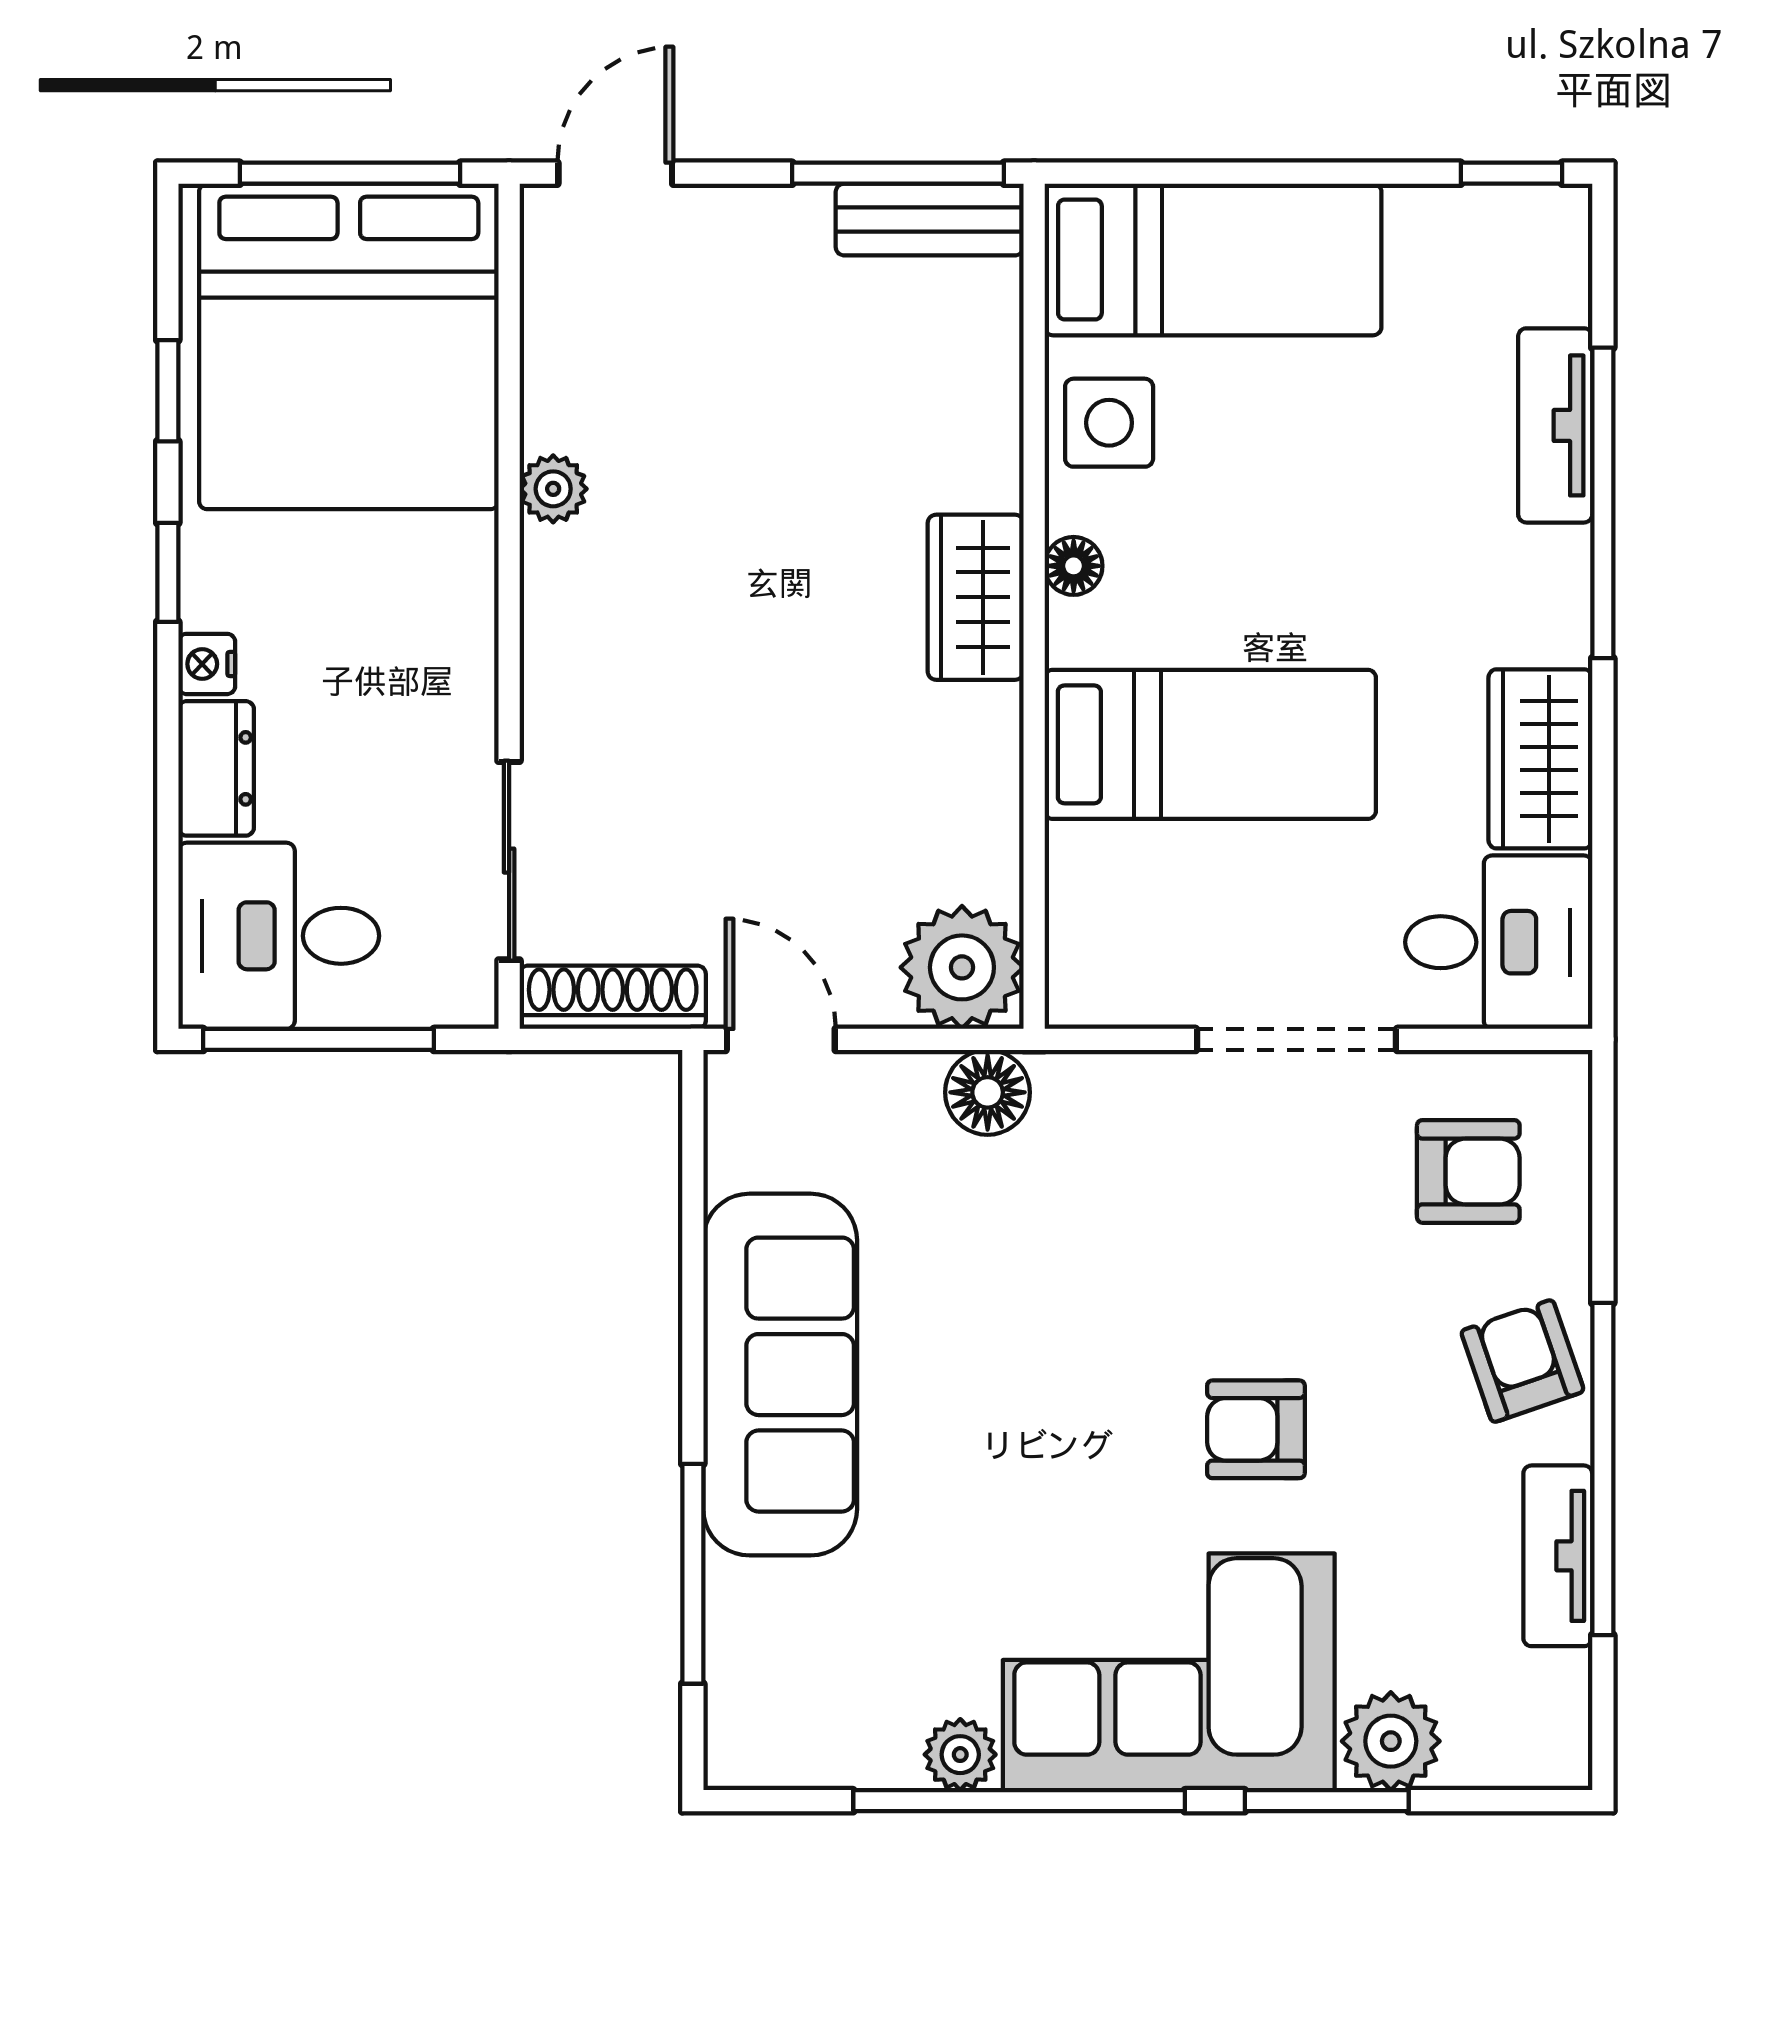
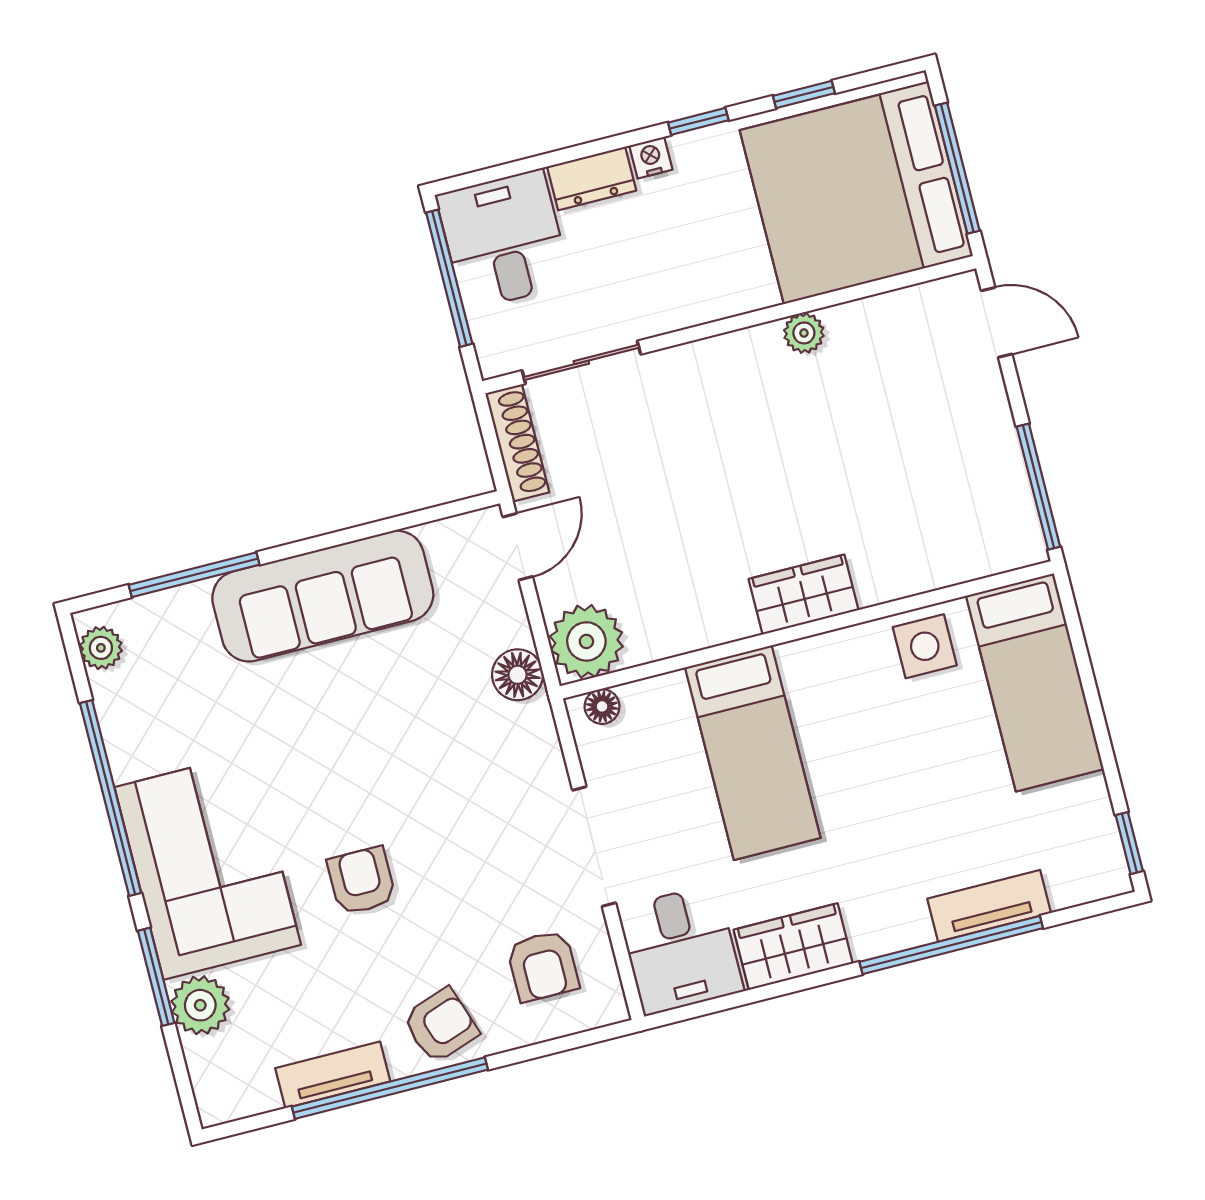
bench: (930, 220) -> (1016, 512), removed
floor lamp: (1074, 566) -> (602, 706), moved
plant: (960, 1755) -> (101, 648), moved

